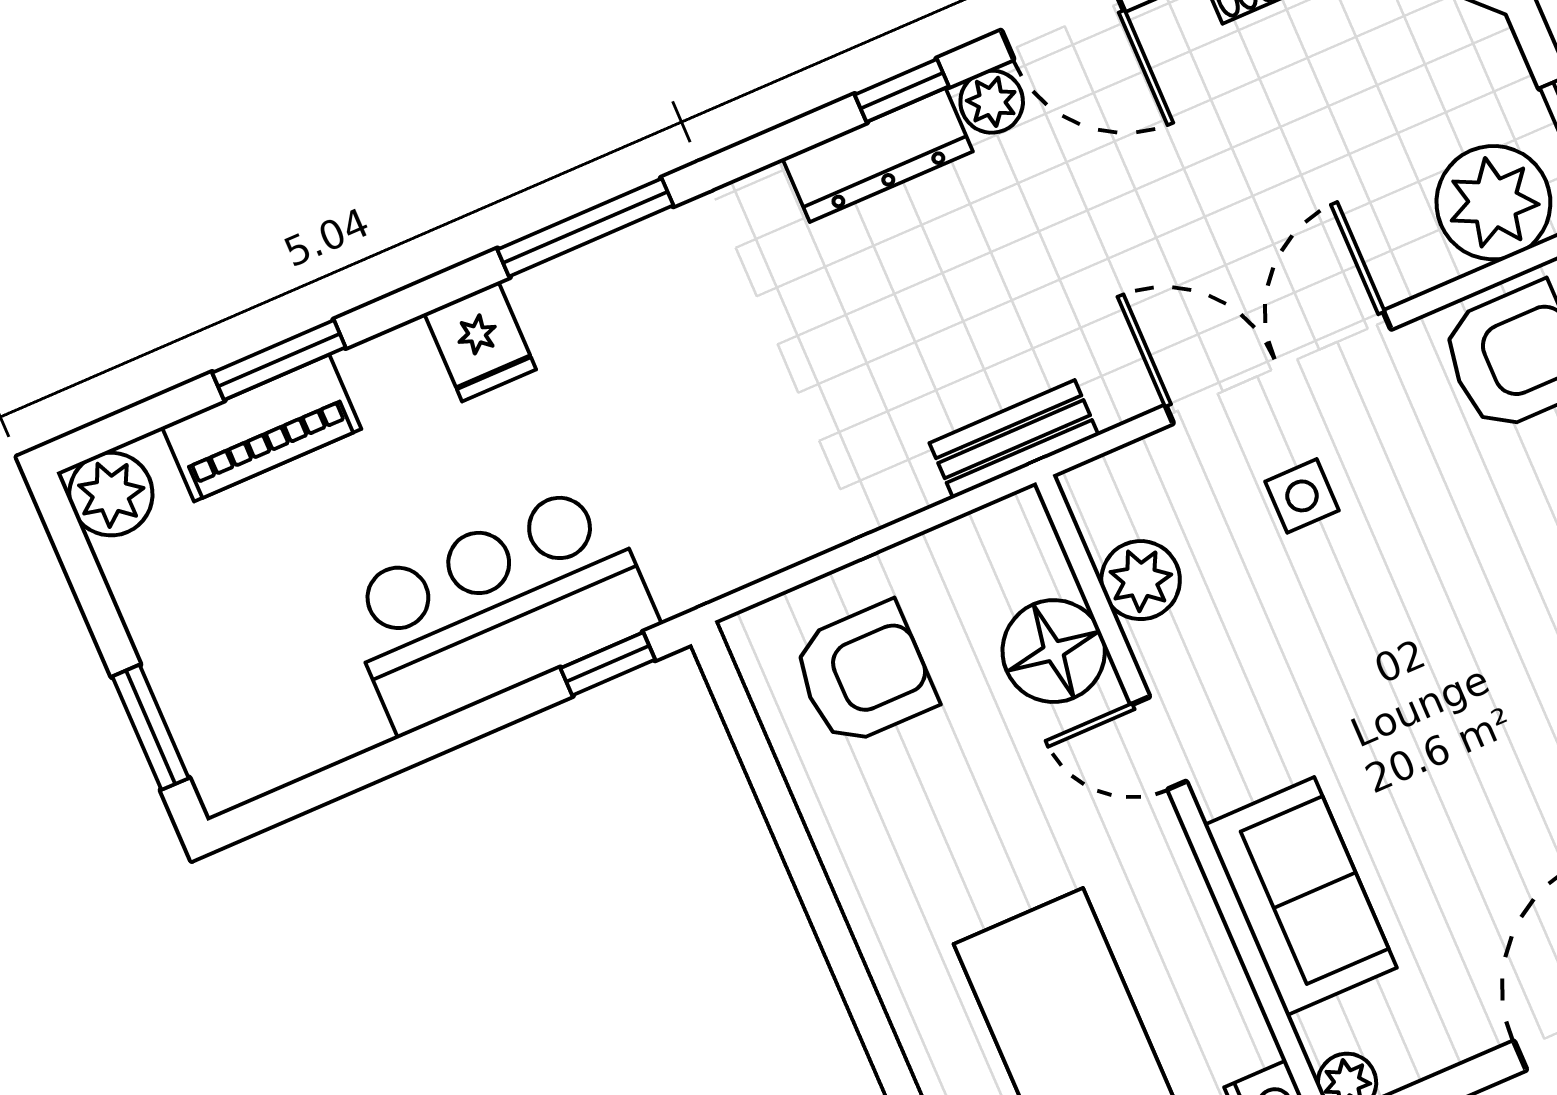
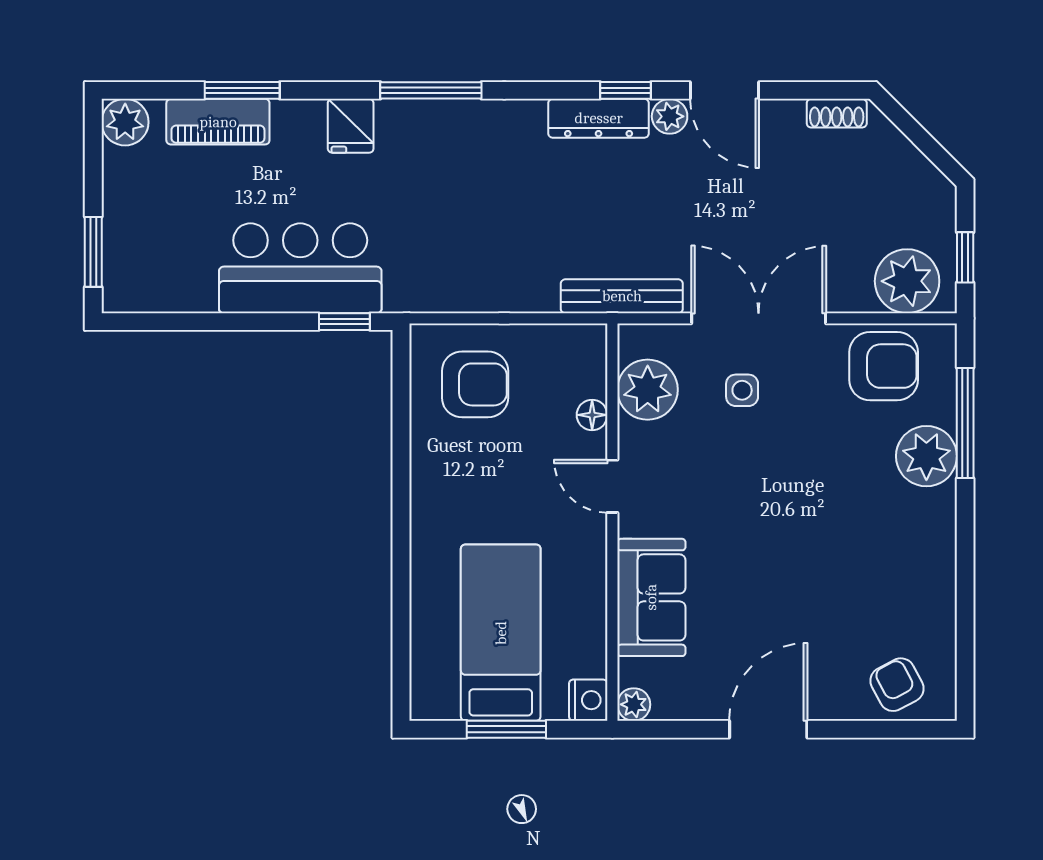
bench: (1014, 439) -> (622, 296), width x1.36
plant: (1141, 580) -> (648, 390), width x1.36, depth x1.36
floor lamp: (1054, 651) -> (592, 415), width x0.53, depth x0.53

